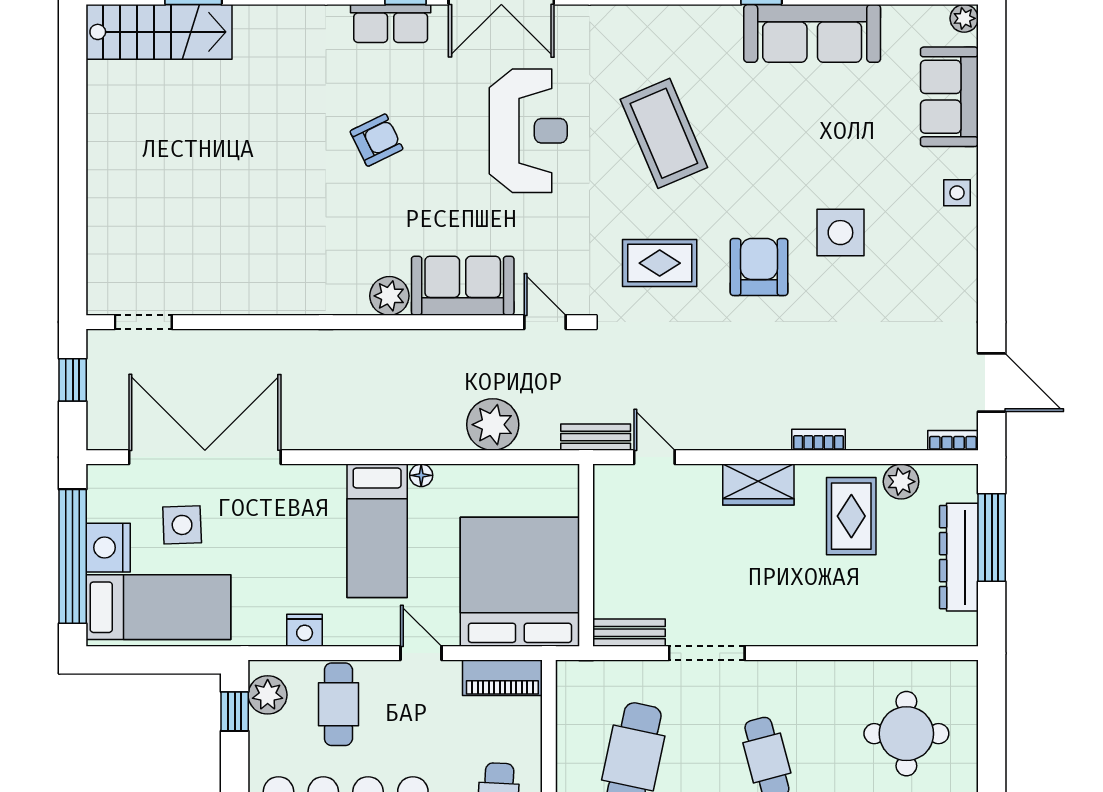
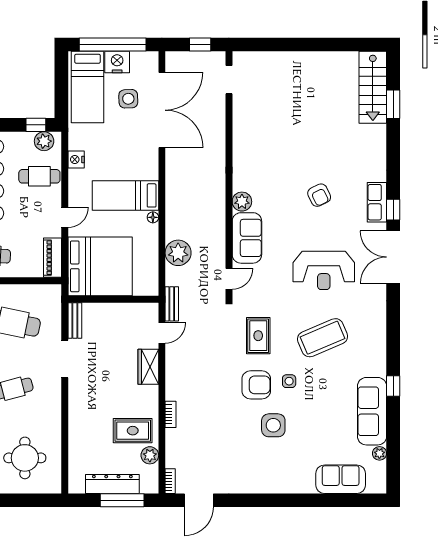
plant: (964, 18) -> (379, 453), moved
side table: (957, 193) -> (289, 381), moved
wardrobe: (758, 485) -> (148, 367), moved

